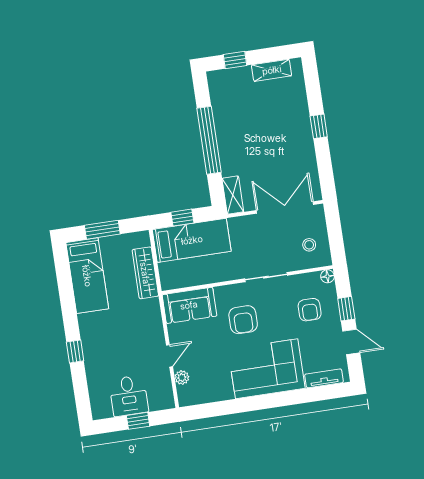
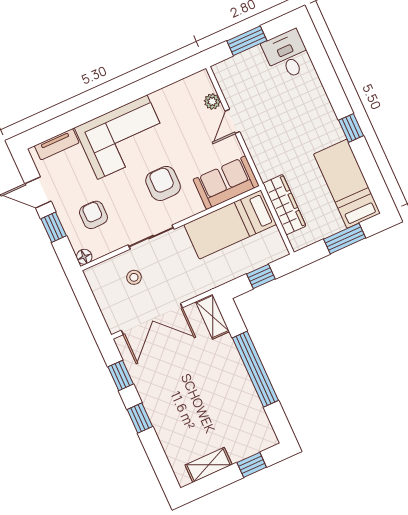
window: (325, 167) -> (121, 375), added
bed: (192, 240) -> (230, 225), moved
stool: (309, 245) -> (134, 277), moved
window: (75, 351) -> (351, 128), moved
desk: (129, 396) -> (287, 55), moved
window: (138, 421) -> (247, 41), width x1.50

